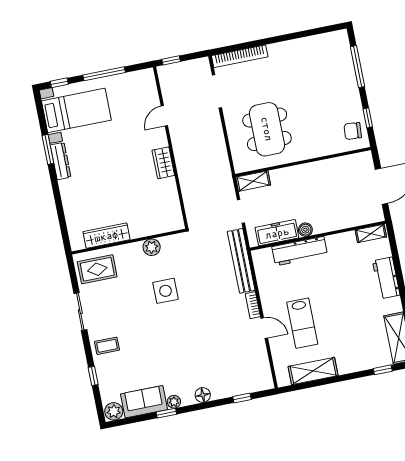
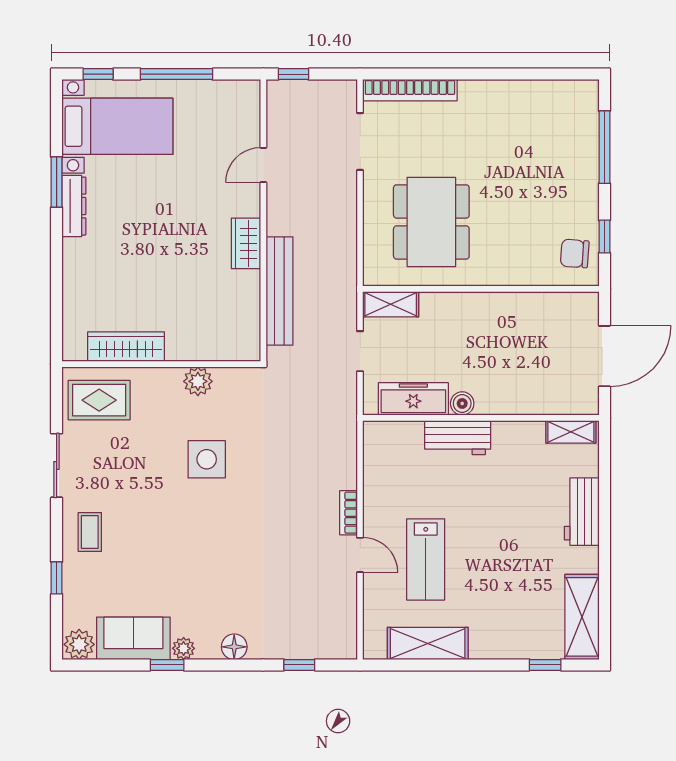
workbench: (300, 251) -> (458, 438), width x0.73
bench: (241, 261) -> (280, 291), moved
coffee table: (107, 346) -> (90, 532), turned 90

